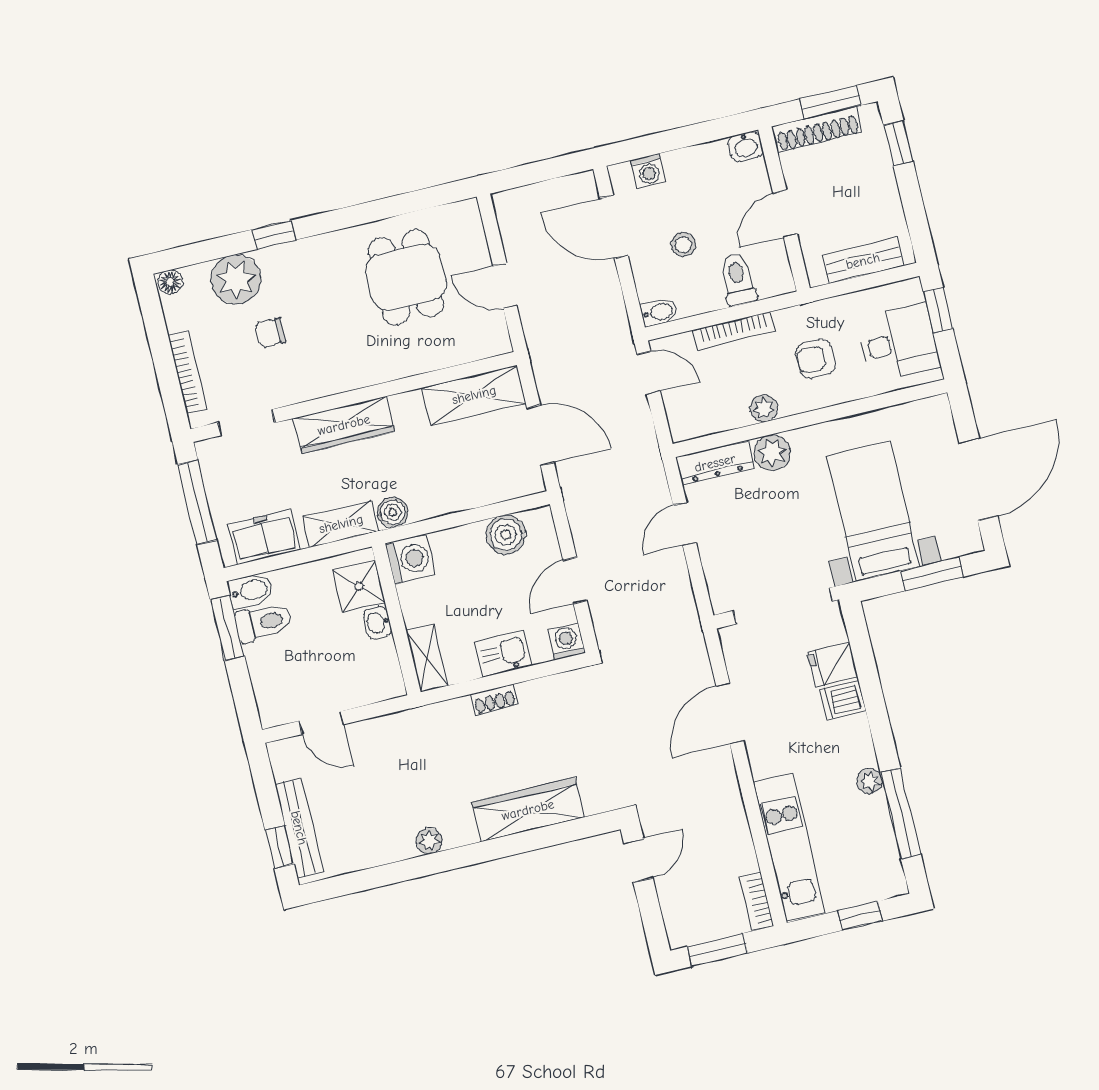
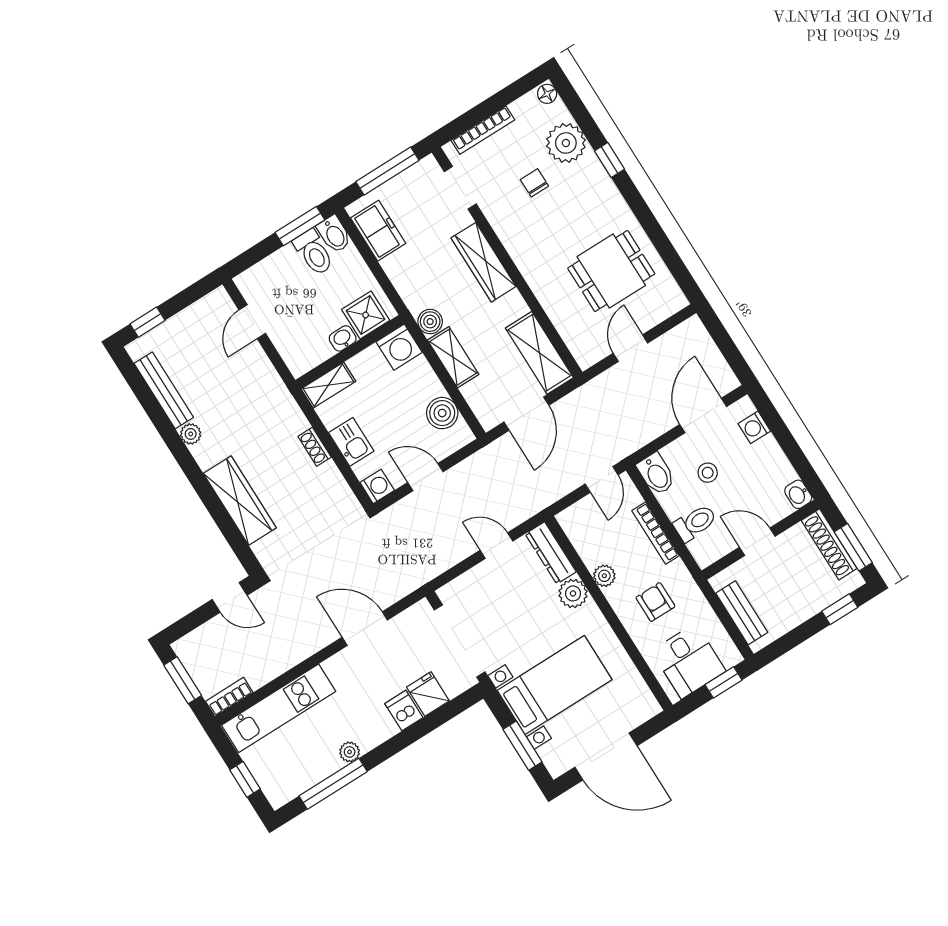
bidet: (659, 312) -> (656, 474), width x1.38, depth x1.36
shelving: (341, 524) -> (453, 357), moved
bench: (299, 828) -> (164, 390), moved, turned 90

